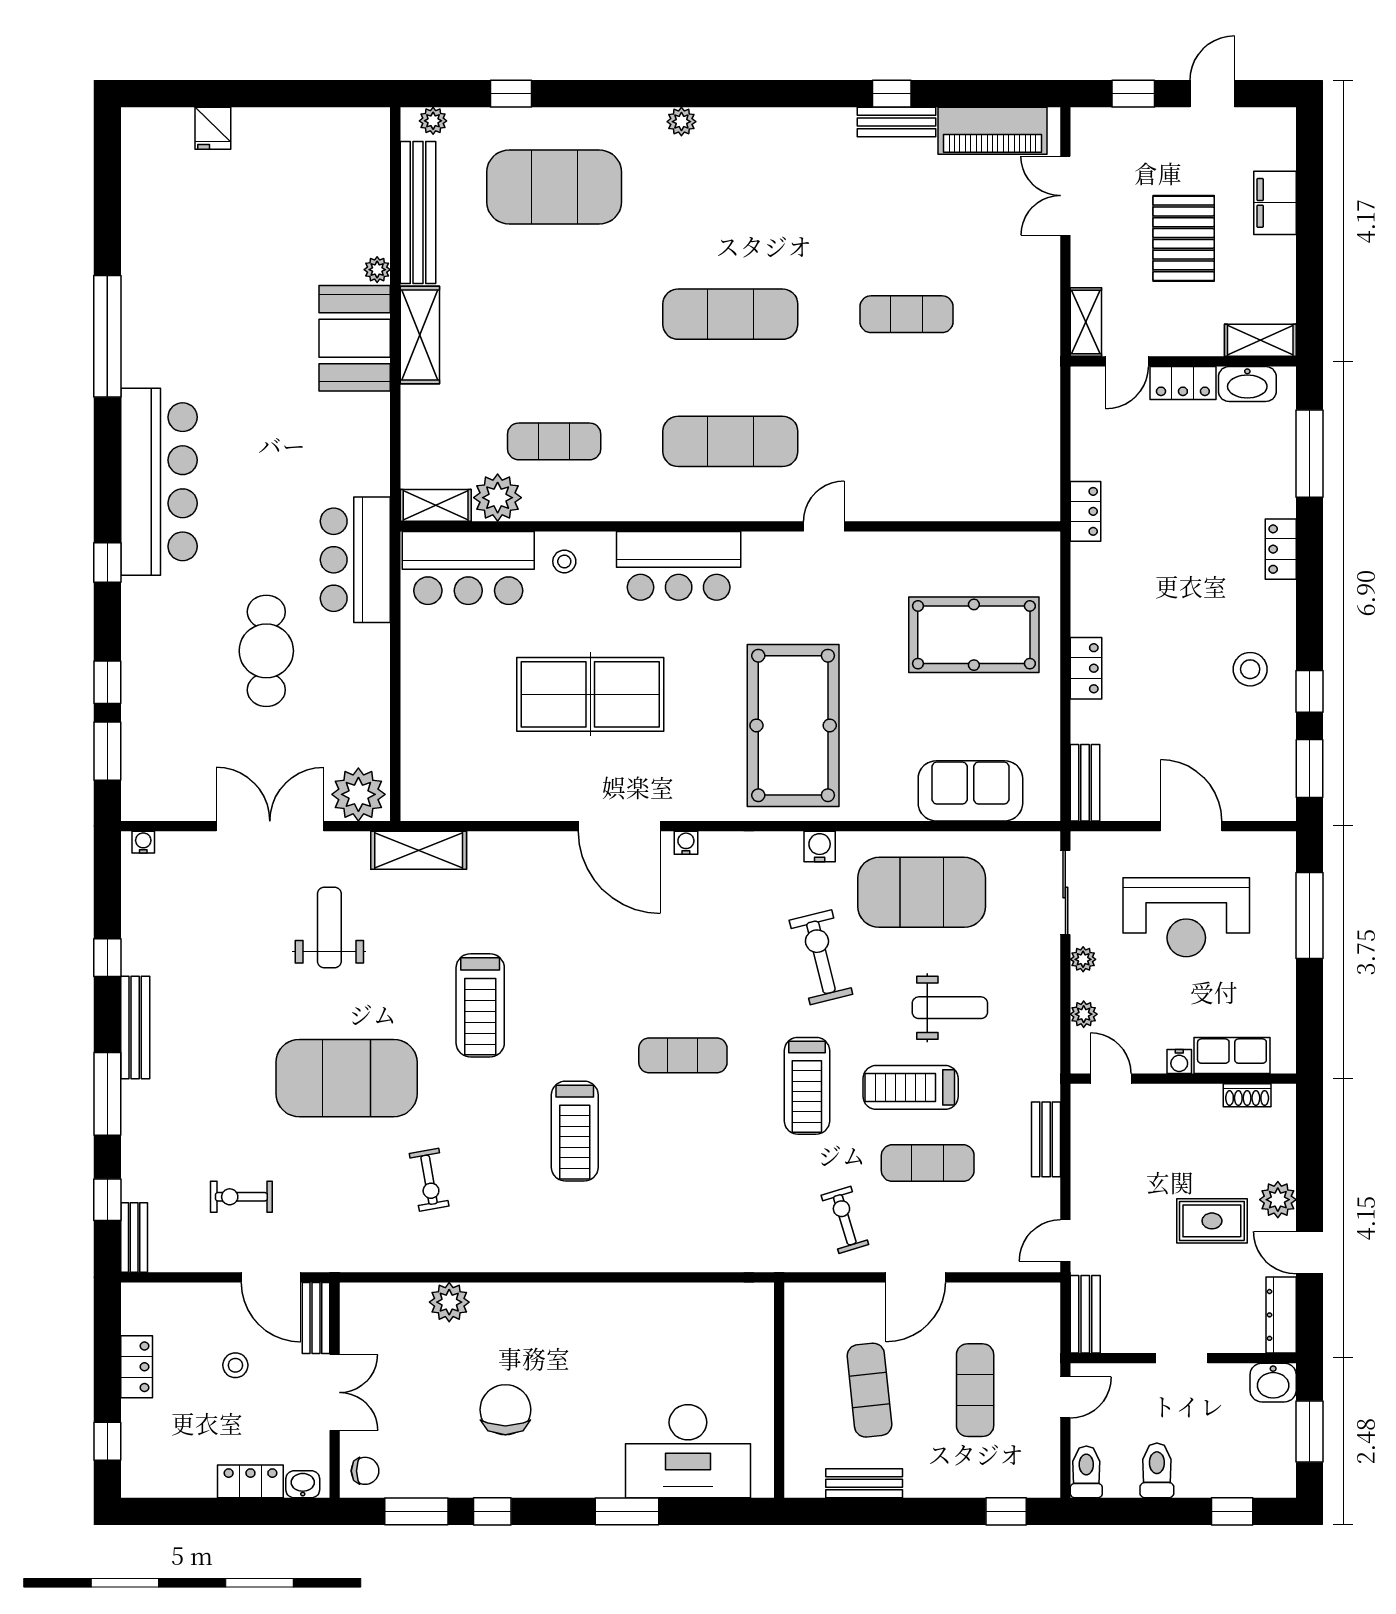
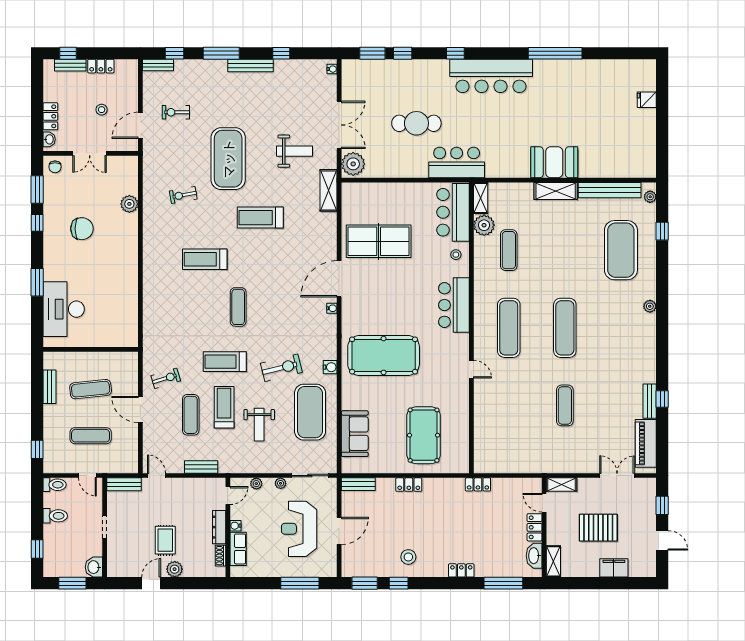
plant: (377, 270) -> (585, 172), removed
table tennis table: (590, 694) -> (379, 241), moved, turned 90
exercise bike: (241, 1197) -> (176, 112), turned -90
dresser: (1281, 1315) -> (219, 527), moved, turned -90
bench: (316, 1318) -> (70, 65), moved

